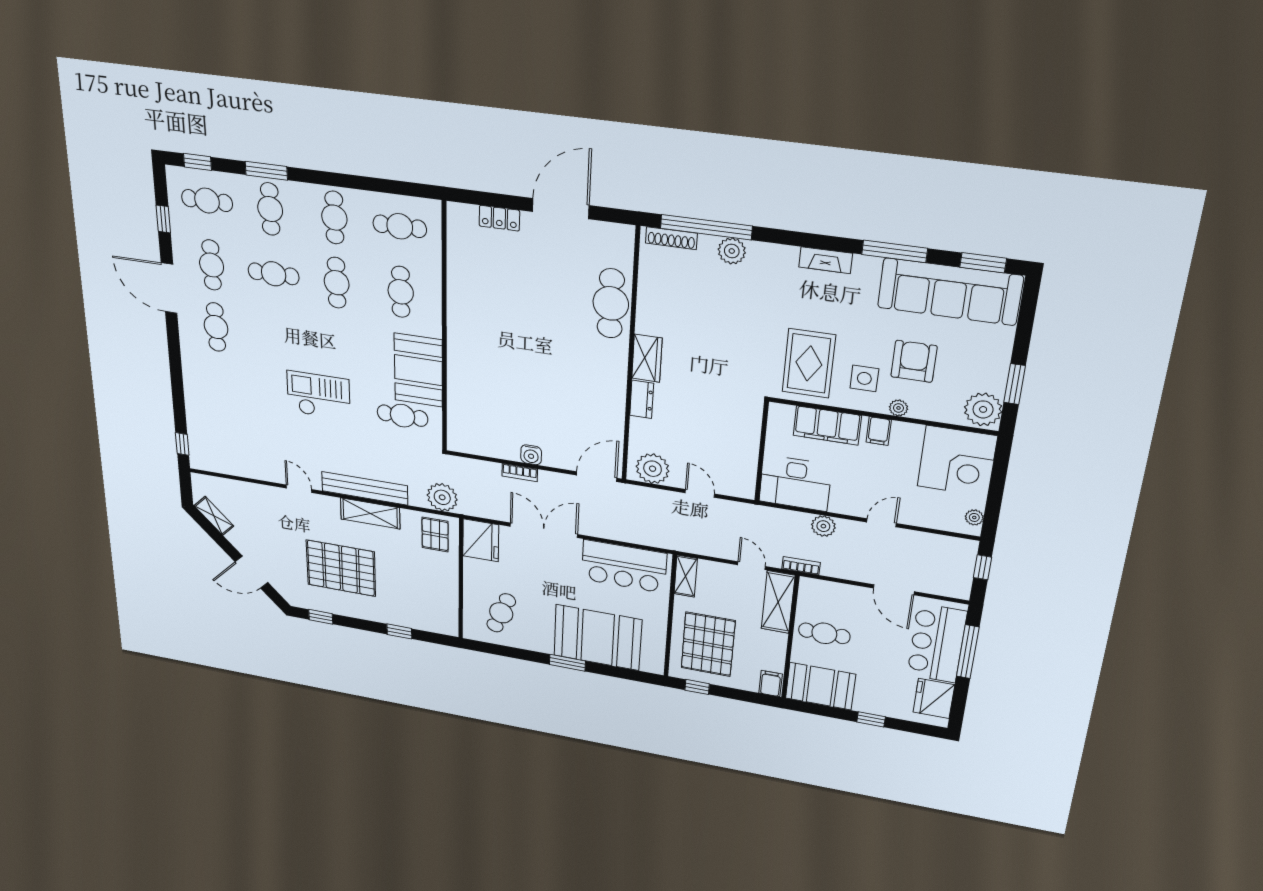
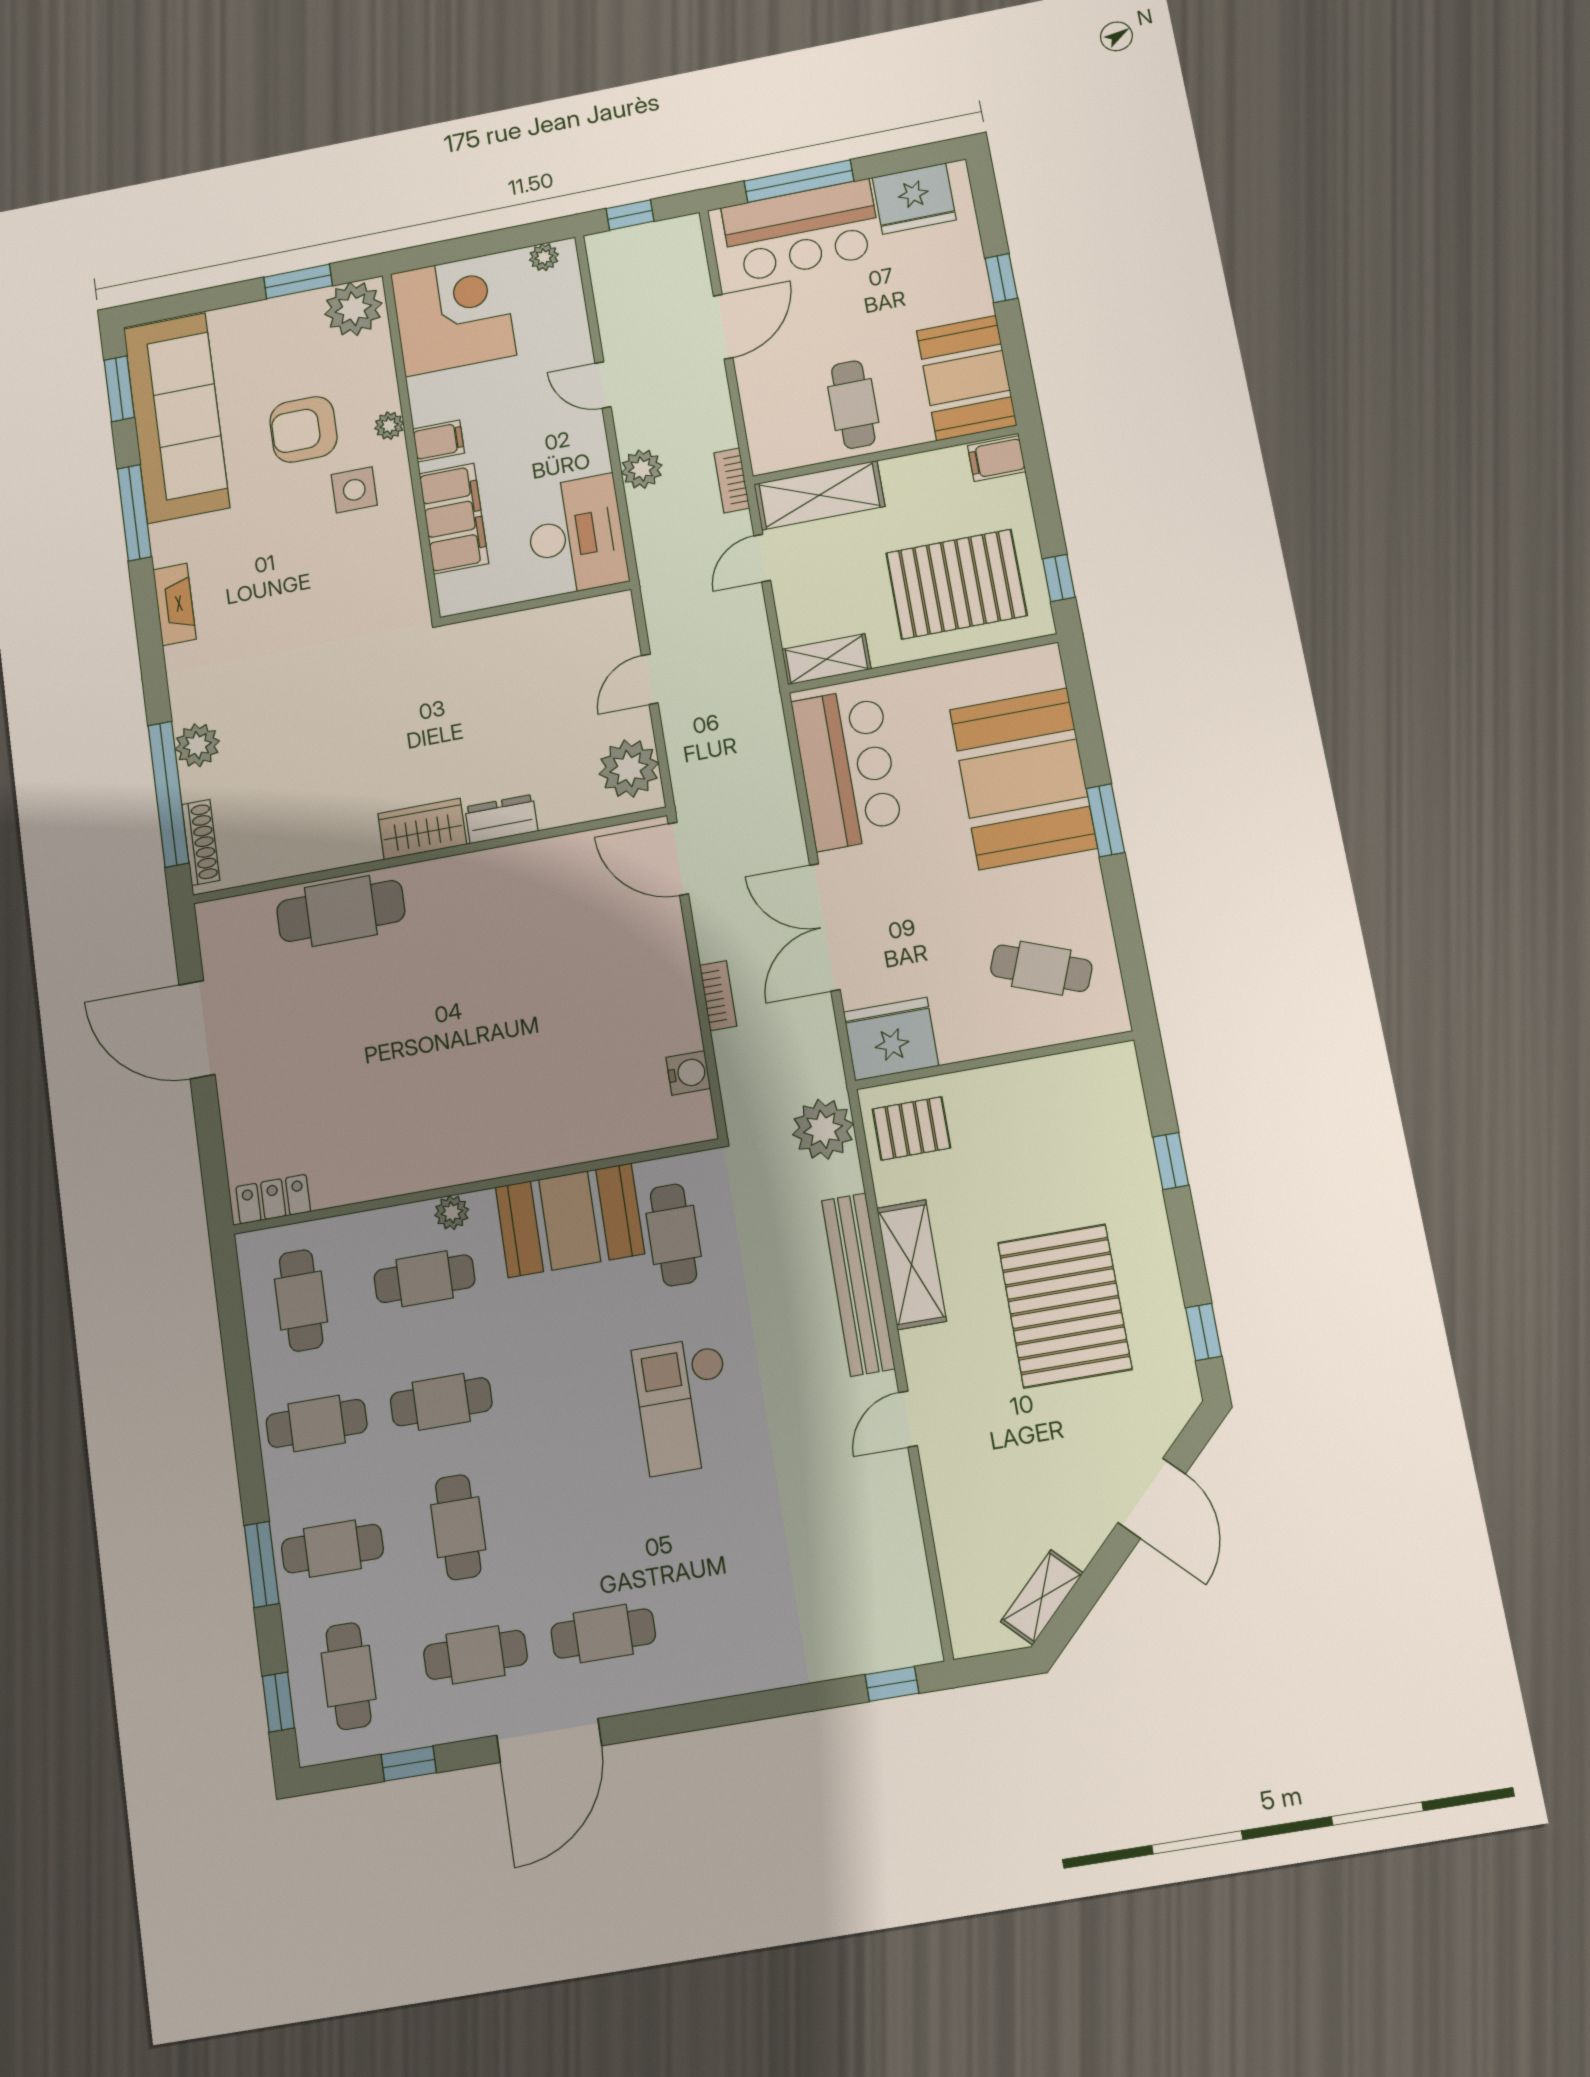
locker: (499, 218) -> (273, 1199), moved, turned -90
plant: (433, 315) -> (452, 1212), added
rug: (809, 363) -> (354, 578), removed
water cooler: (531, 455) -> (688, 1073), moved

